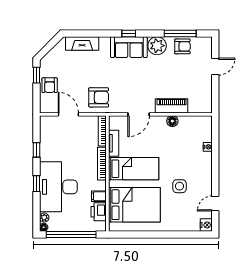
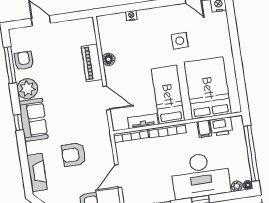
armchair: (99, 97) -> (74, 155), moved, turned -90

